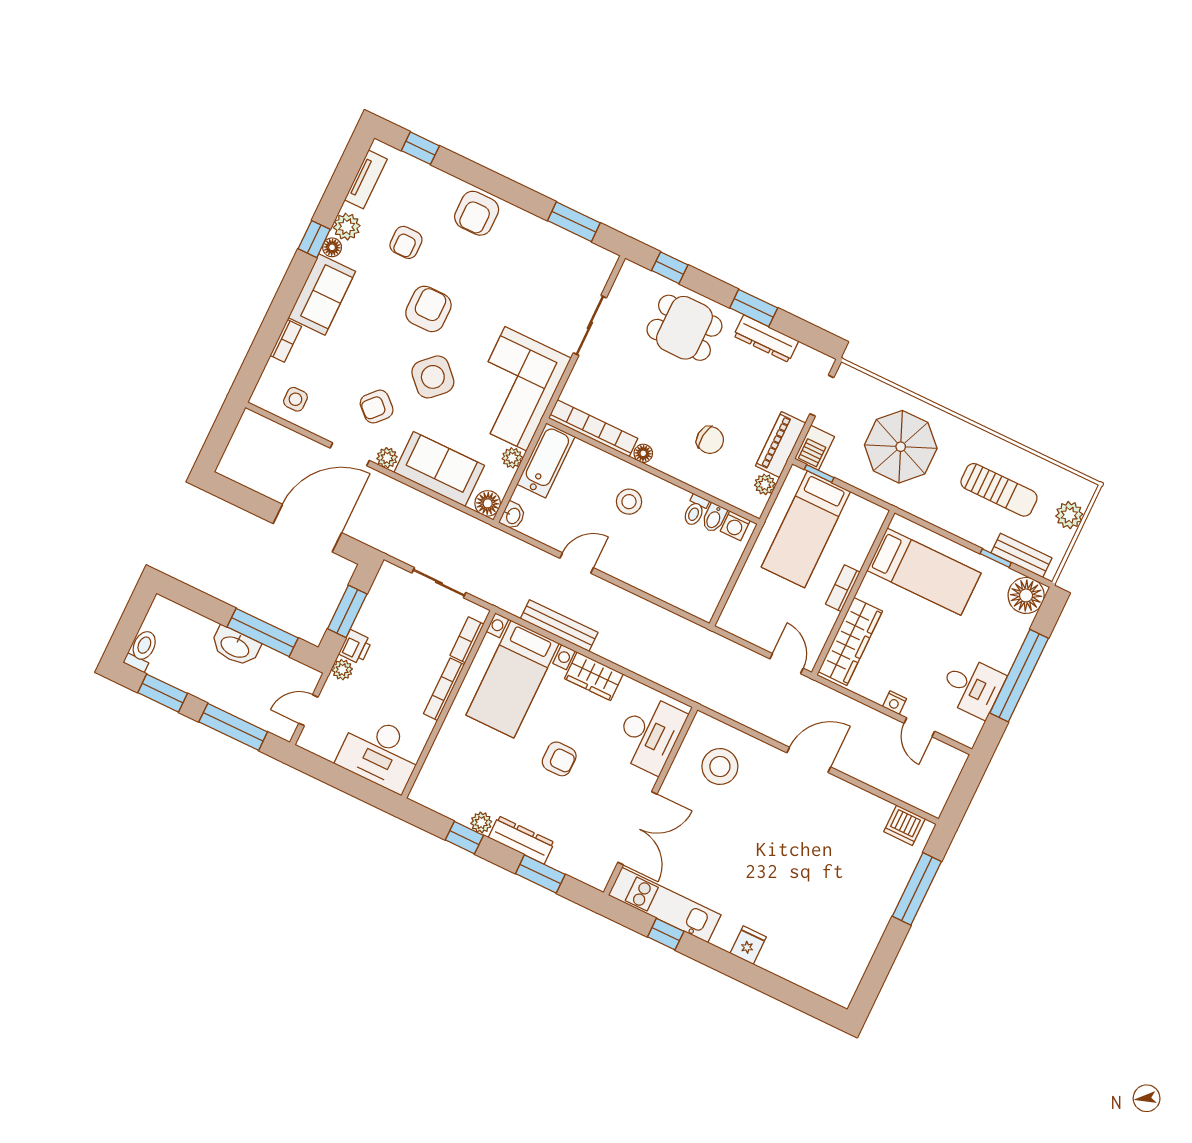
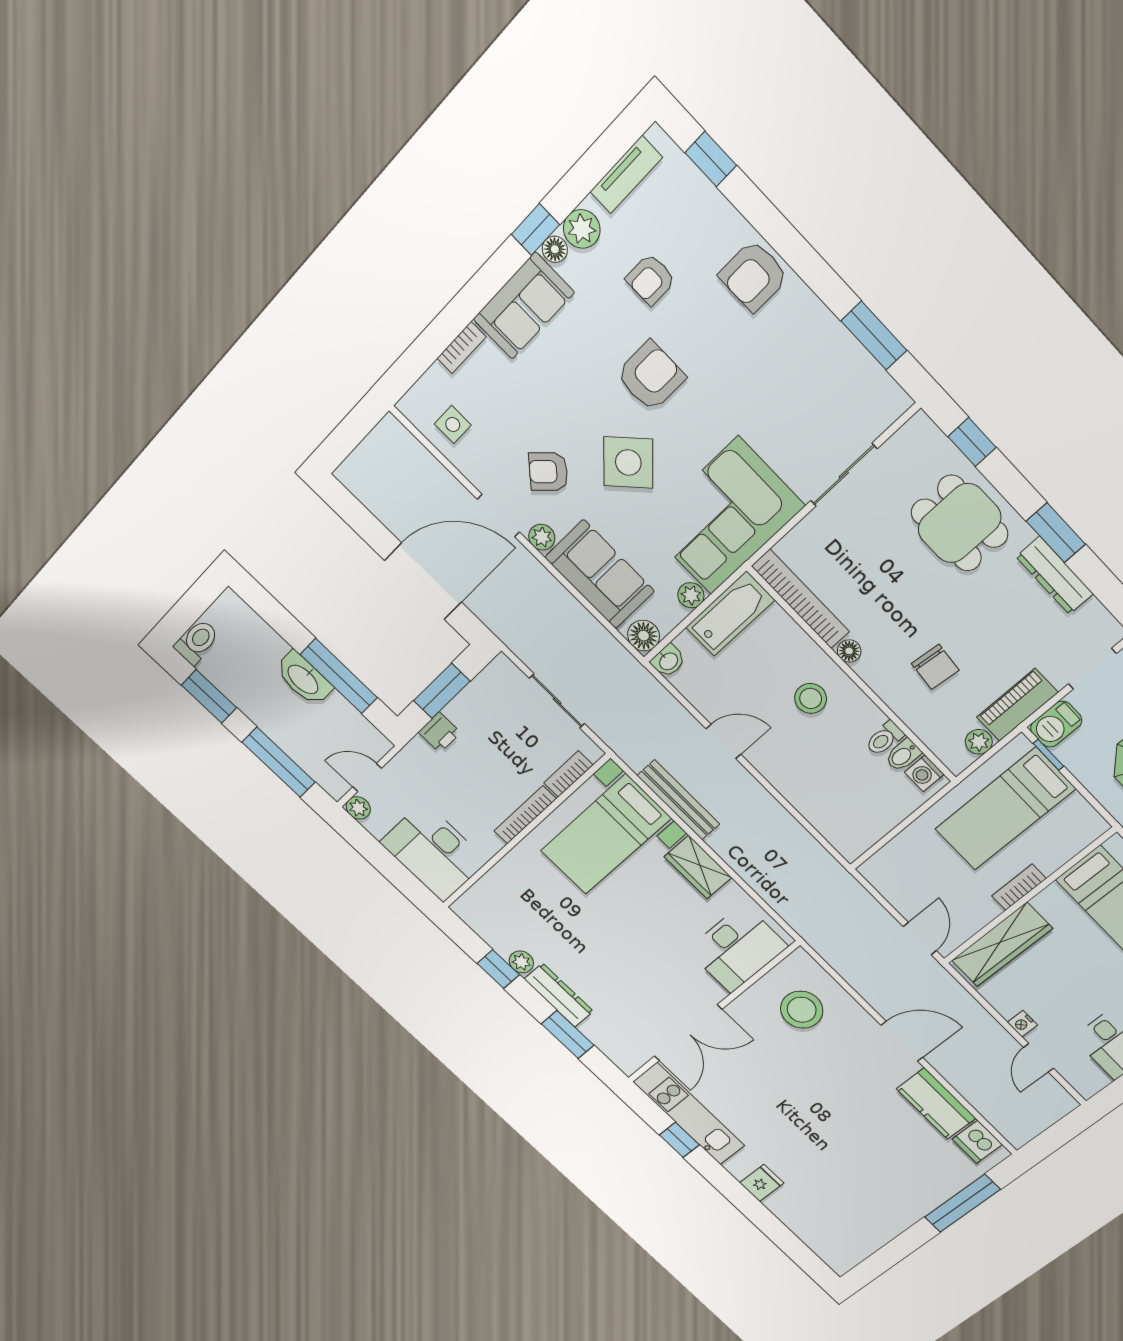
plant: (342, 670) -> (358, 808), moved
armchair: (559, 759) -> (628, 934), removed
kitchen counter: (858, 805) -> (936, 1104), added

